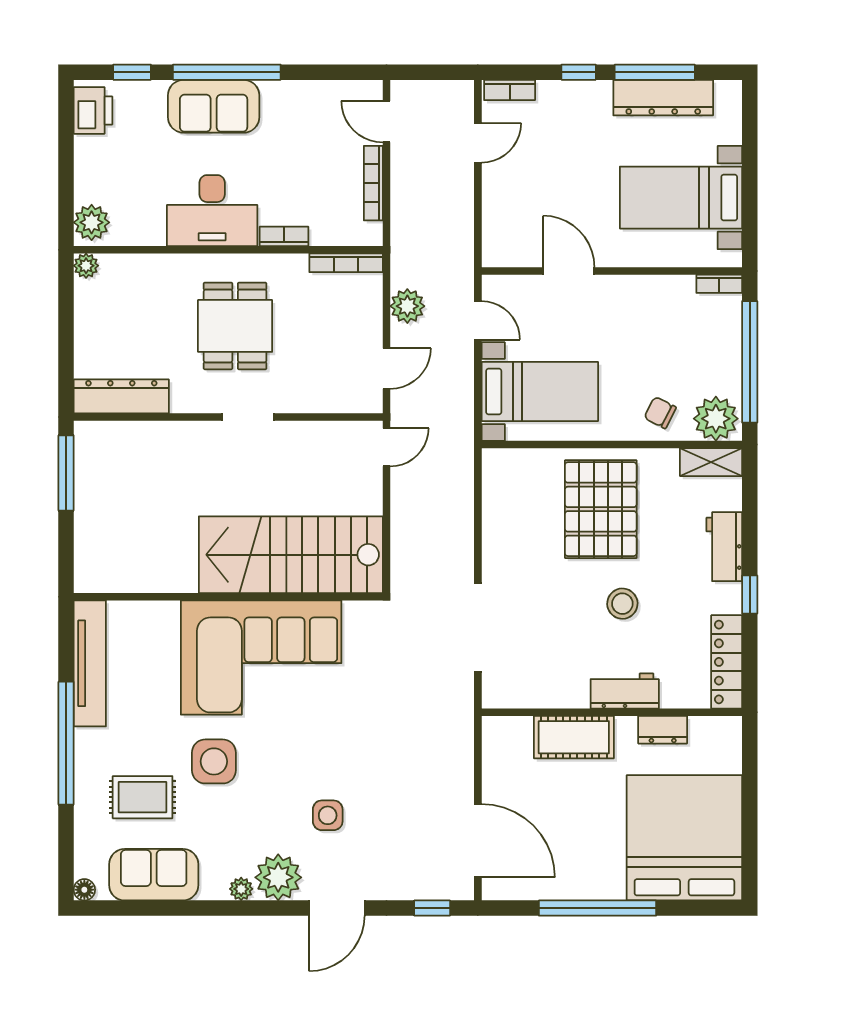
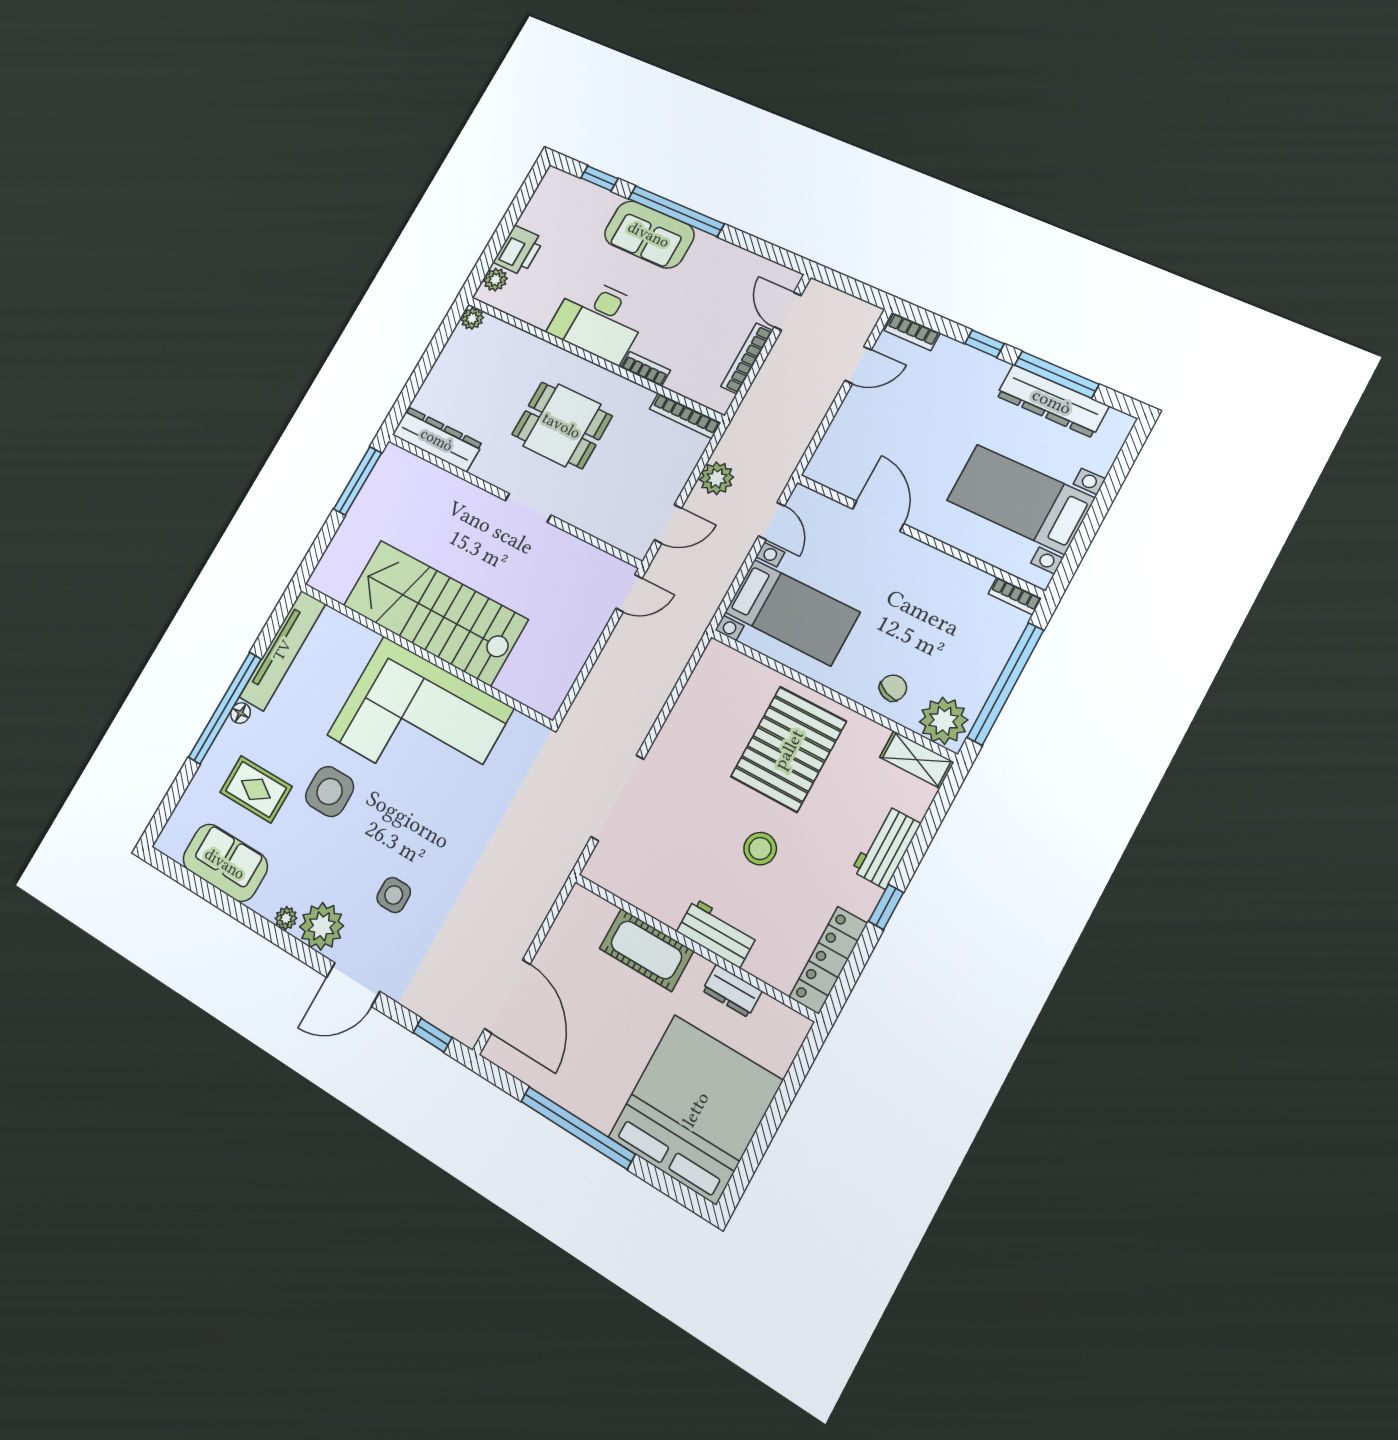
printer: (93, 110) -> (519, 250), moved
plant: (92, 222) -> (495, 280), width x0.73, depth x0.73
dining table: (235, 326) -> (562, 425), turned 90
chair: (660, 413) -> (893, 688), turned 86
stairs: (291, 555) -> (435, 612), moved
floor lamp: (84, 890) -> (241, 713), moved

